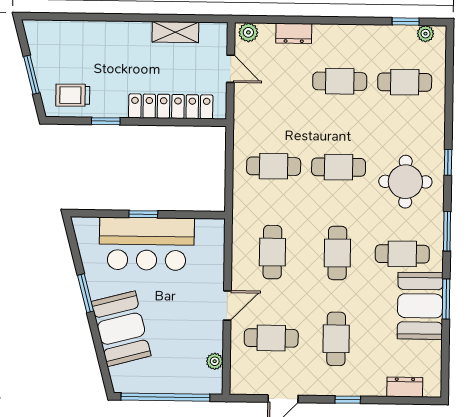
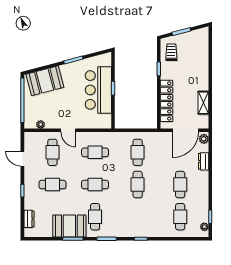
door: (231, 69) -> (186, 130), width x1.88
round table: (405, 182) -> (131, 218), removed
booth: (121, 329) -> (45, 81), moved

